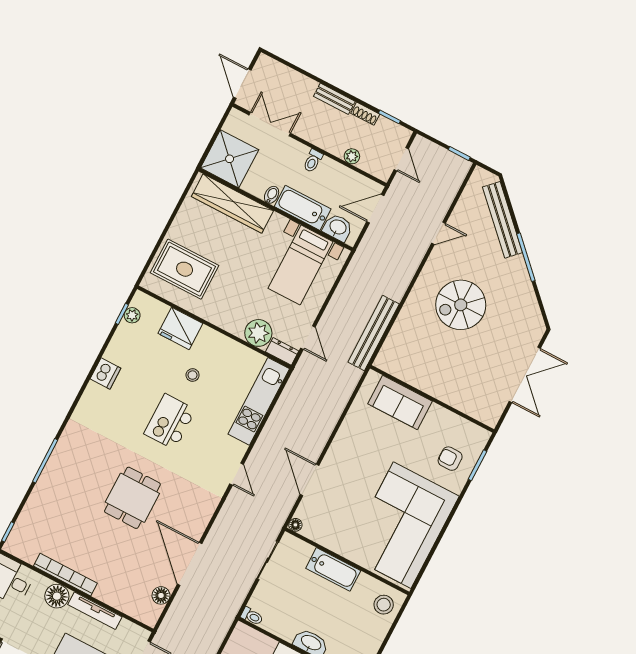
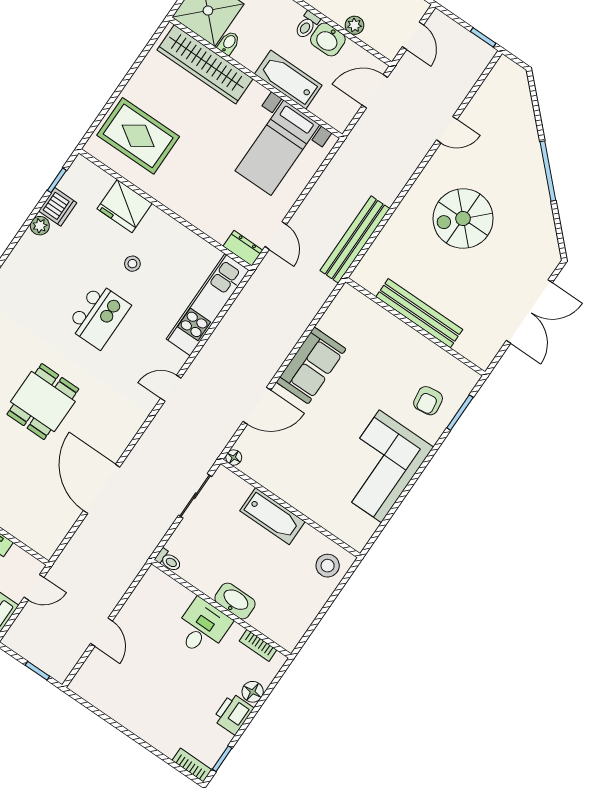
bidet: (272, 195) -> (229, 43), moved
bench: (502, 220) -> (419, 313), moved, turned -45
washbasin: (338, 228) -> (328, 40), moved, turned 180
plant: (132, 315) -> (40, 226), moved
plant: (258, 333) -> (217, 223), removed
dishwasher: (105, 374) -> (58, 207), moved
sofa: (400, 402) -> (311, 365), moved, turned -90
kitchen island: (170, 422) -> (99, 316), turned 180
armchair: (450, 459) -> (428, 401), turned -98
door: (237, 474) -> (171, 388), swing flipped
door: (310, 480) -> (257, 406), swing flipped
corner sofa: (402, 525) -> (380, 466), width x0.73, depth x0.74
floor lamp: (161, 595) -> (63, 522), removed

